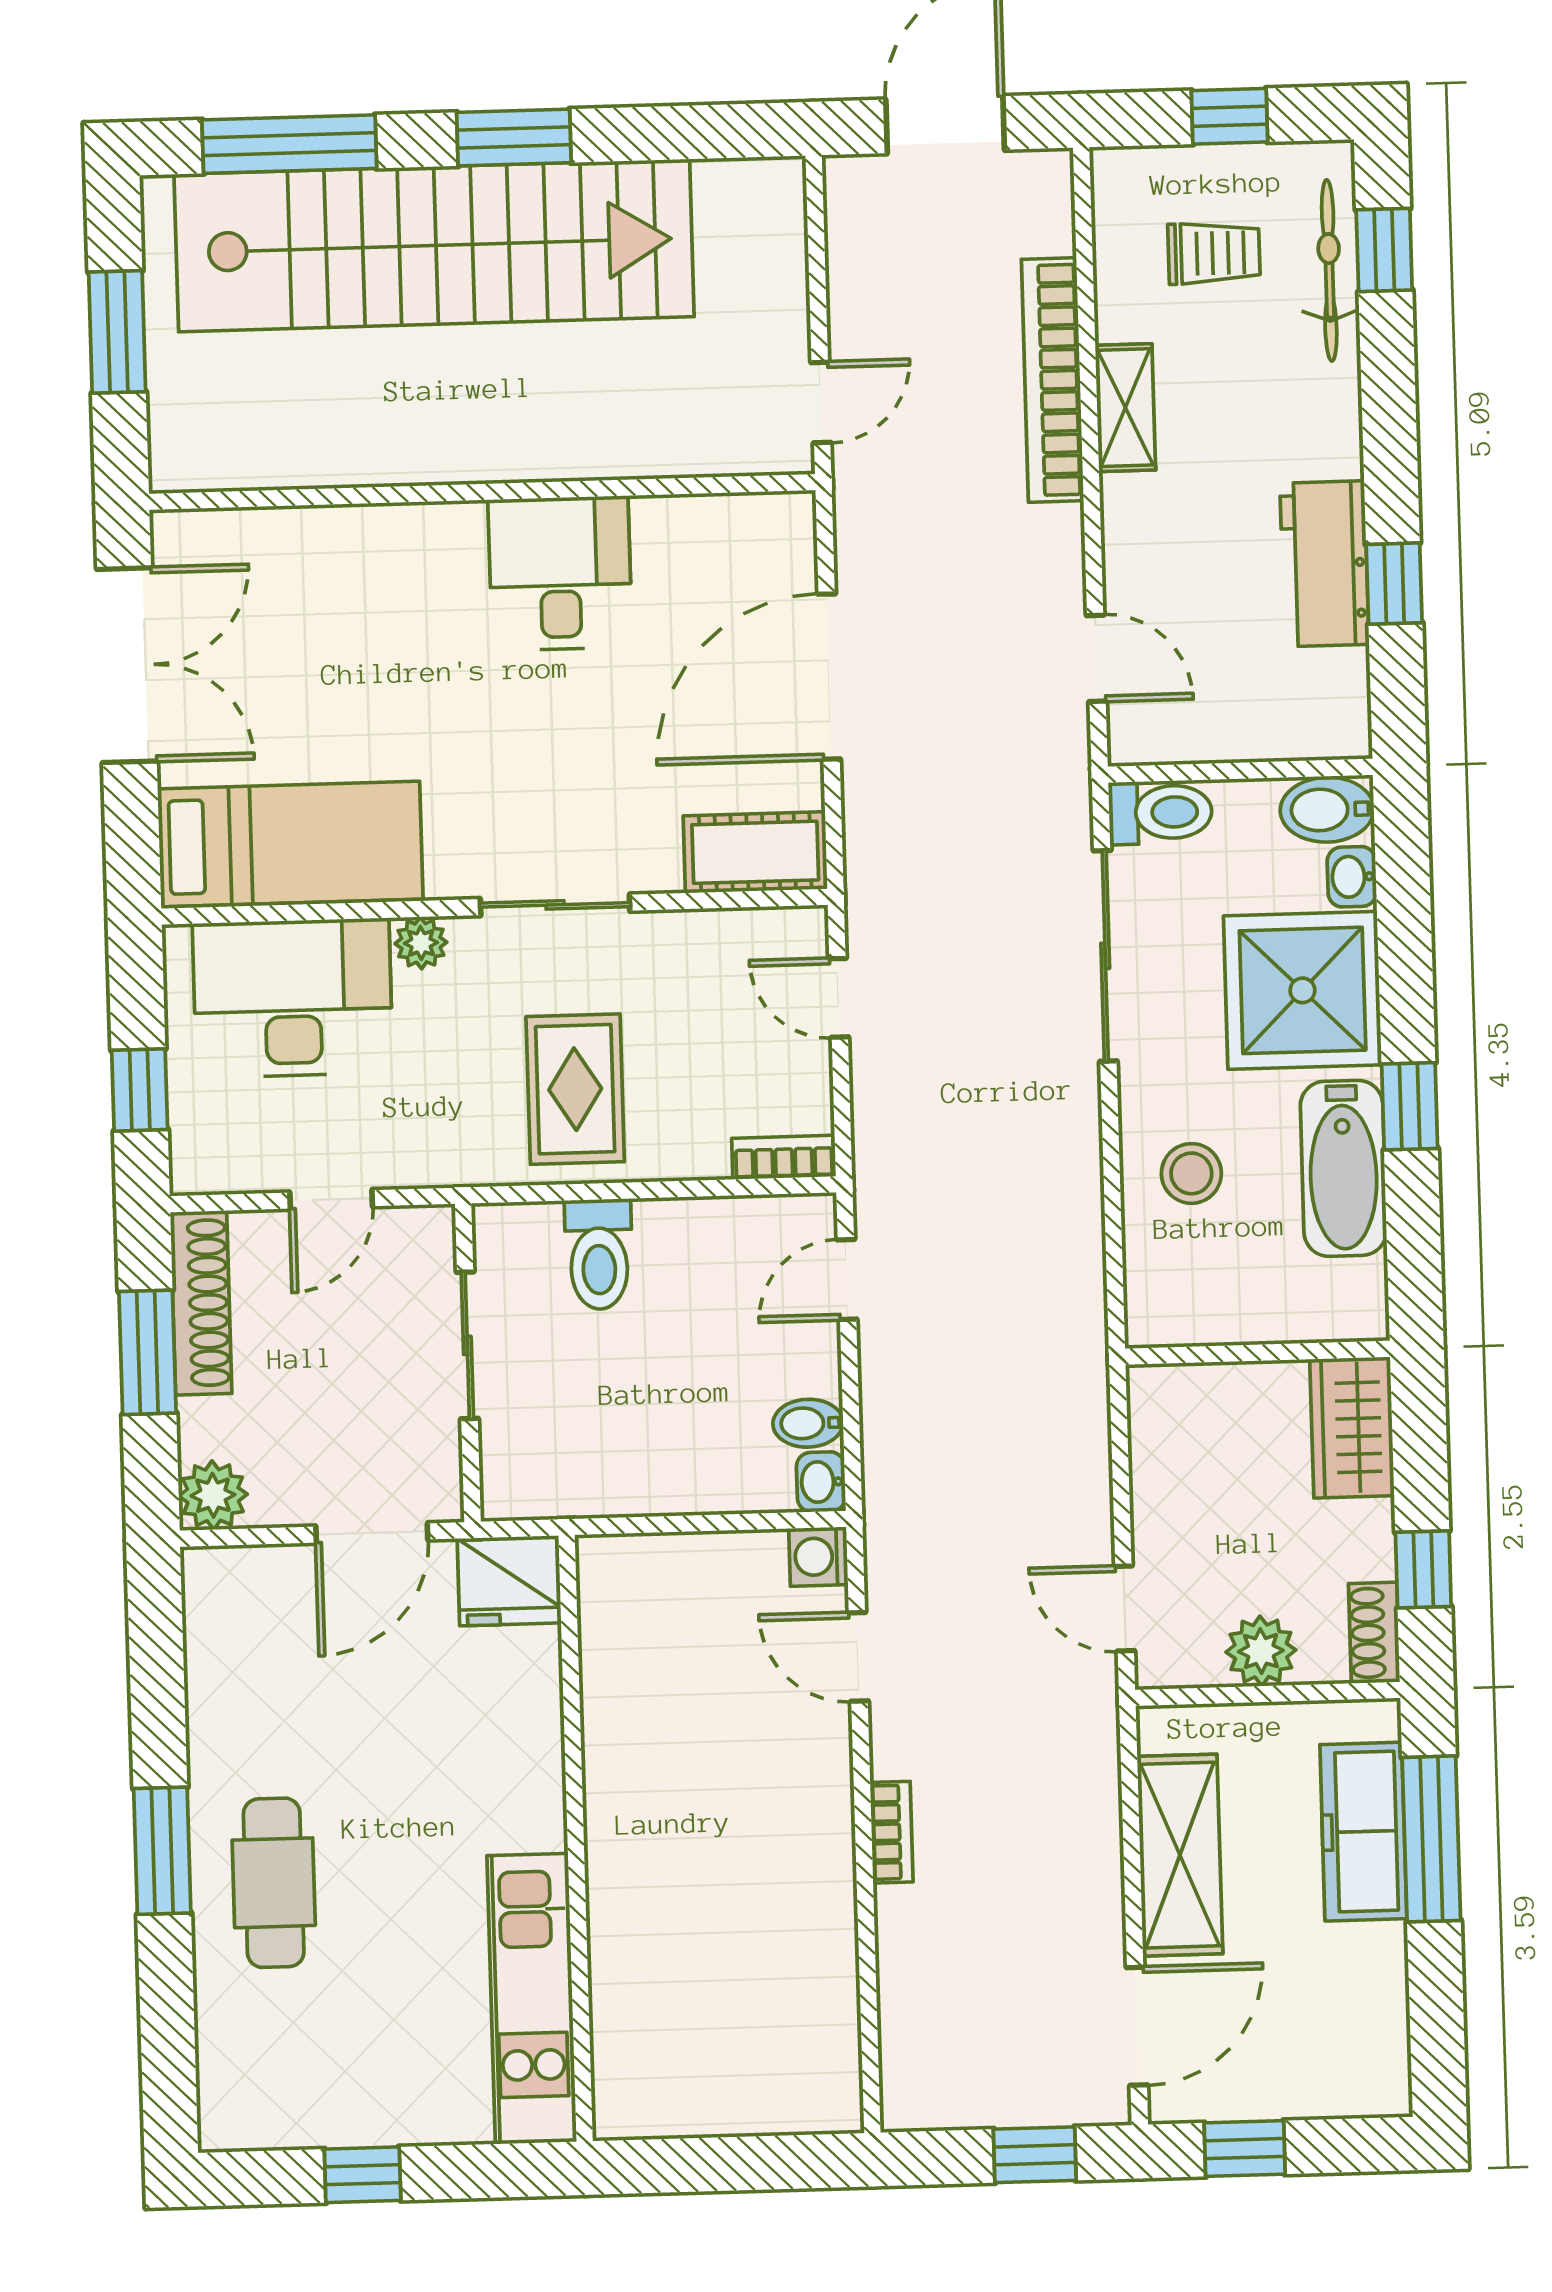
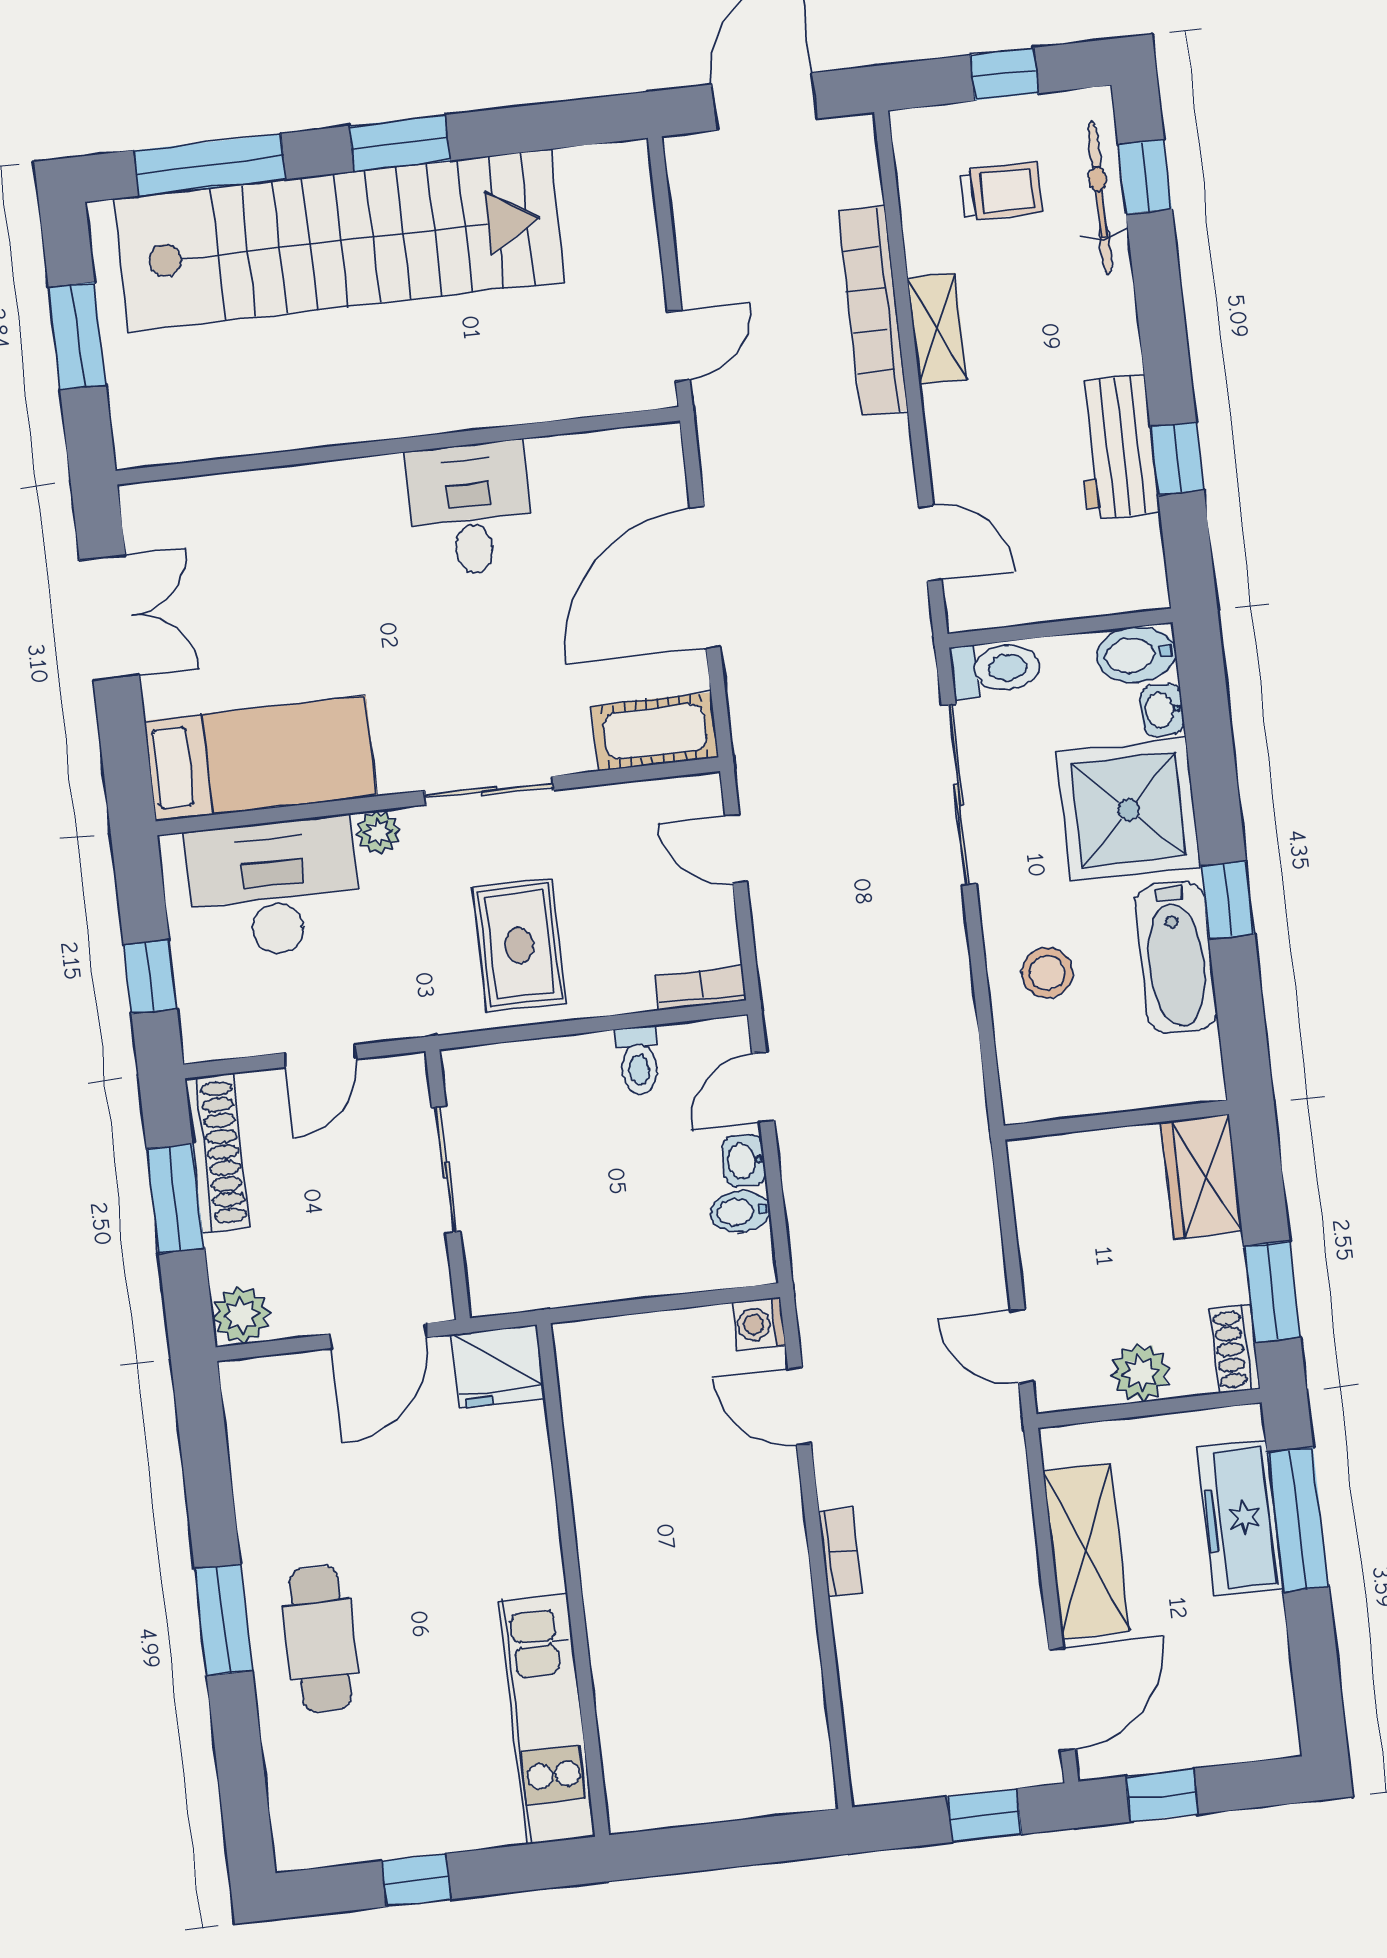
double door: (127, 665) -> (109, 618), width x0.73
toilet: (599, 1254) -> (639, 1060), moved, width x0.73, depth x0.72
washbasin: (821, 1482) -> (744, 1161), moved
window: (1423, 1569) -> (1272, 1292), width x1.50

